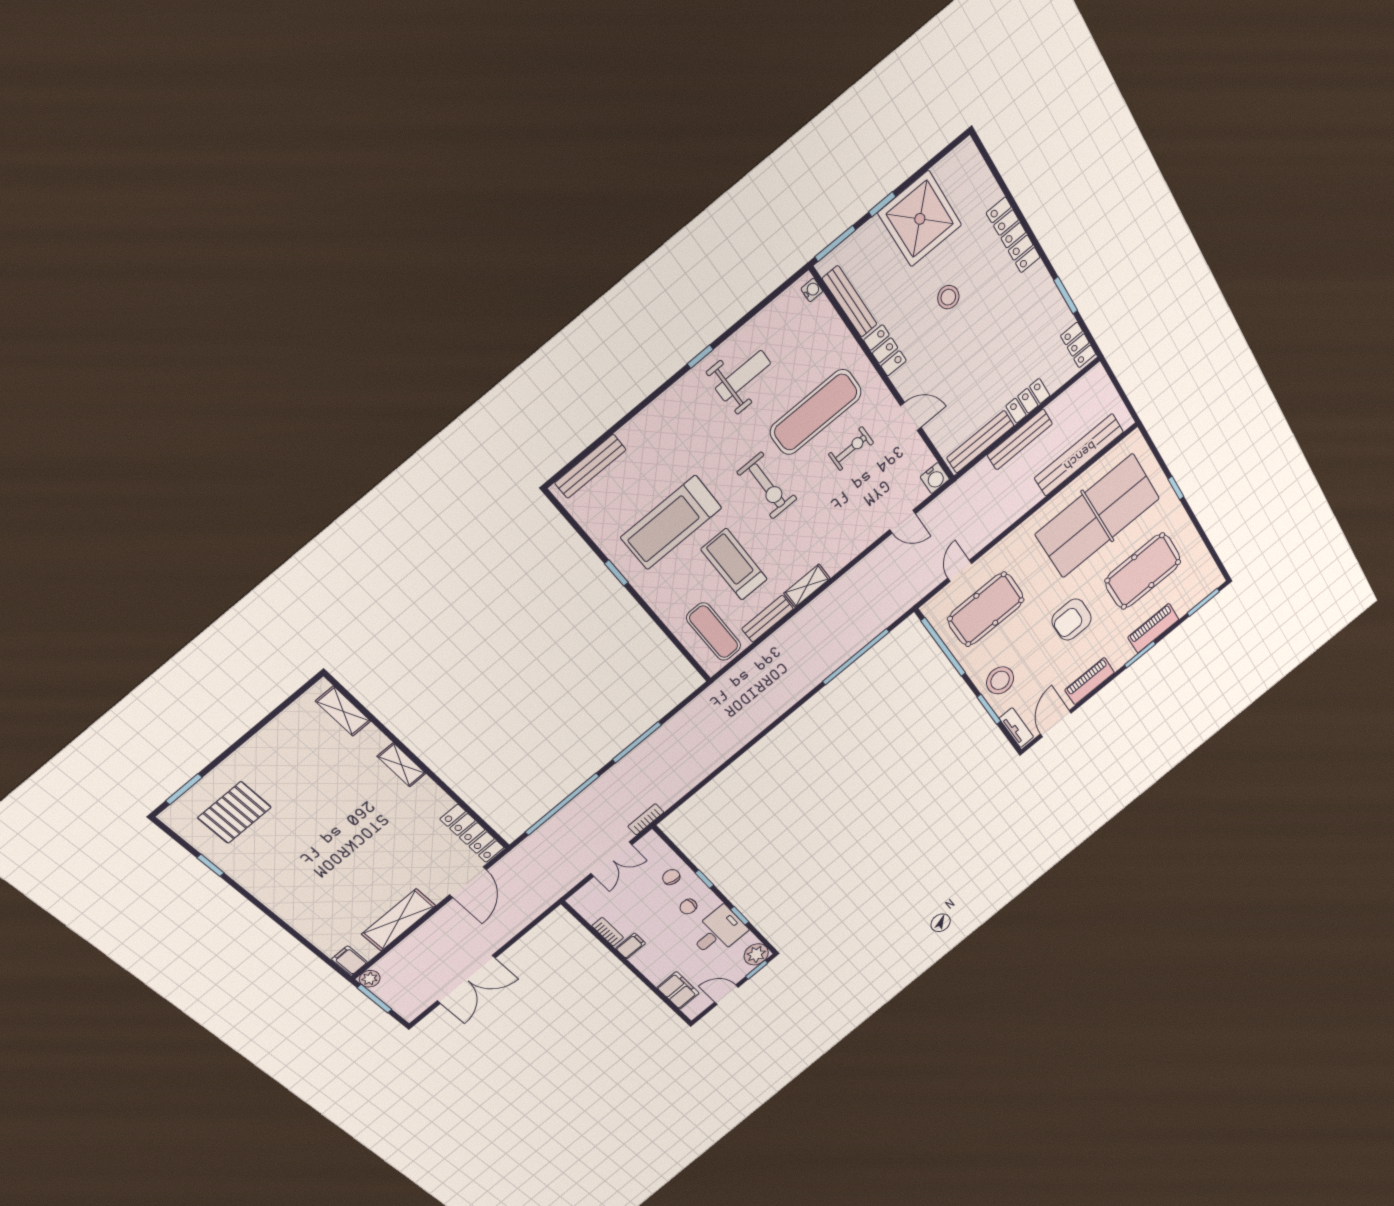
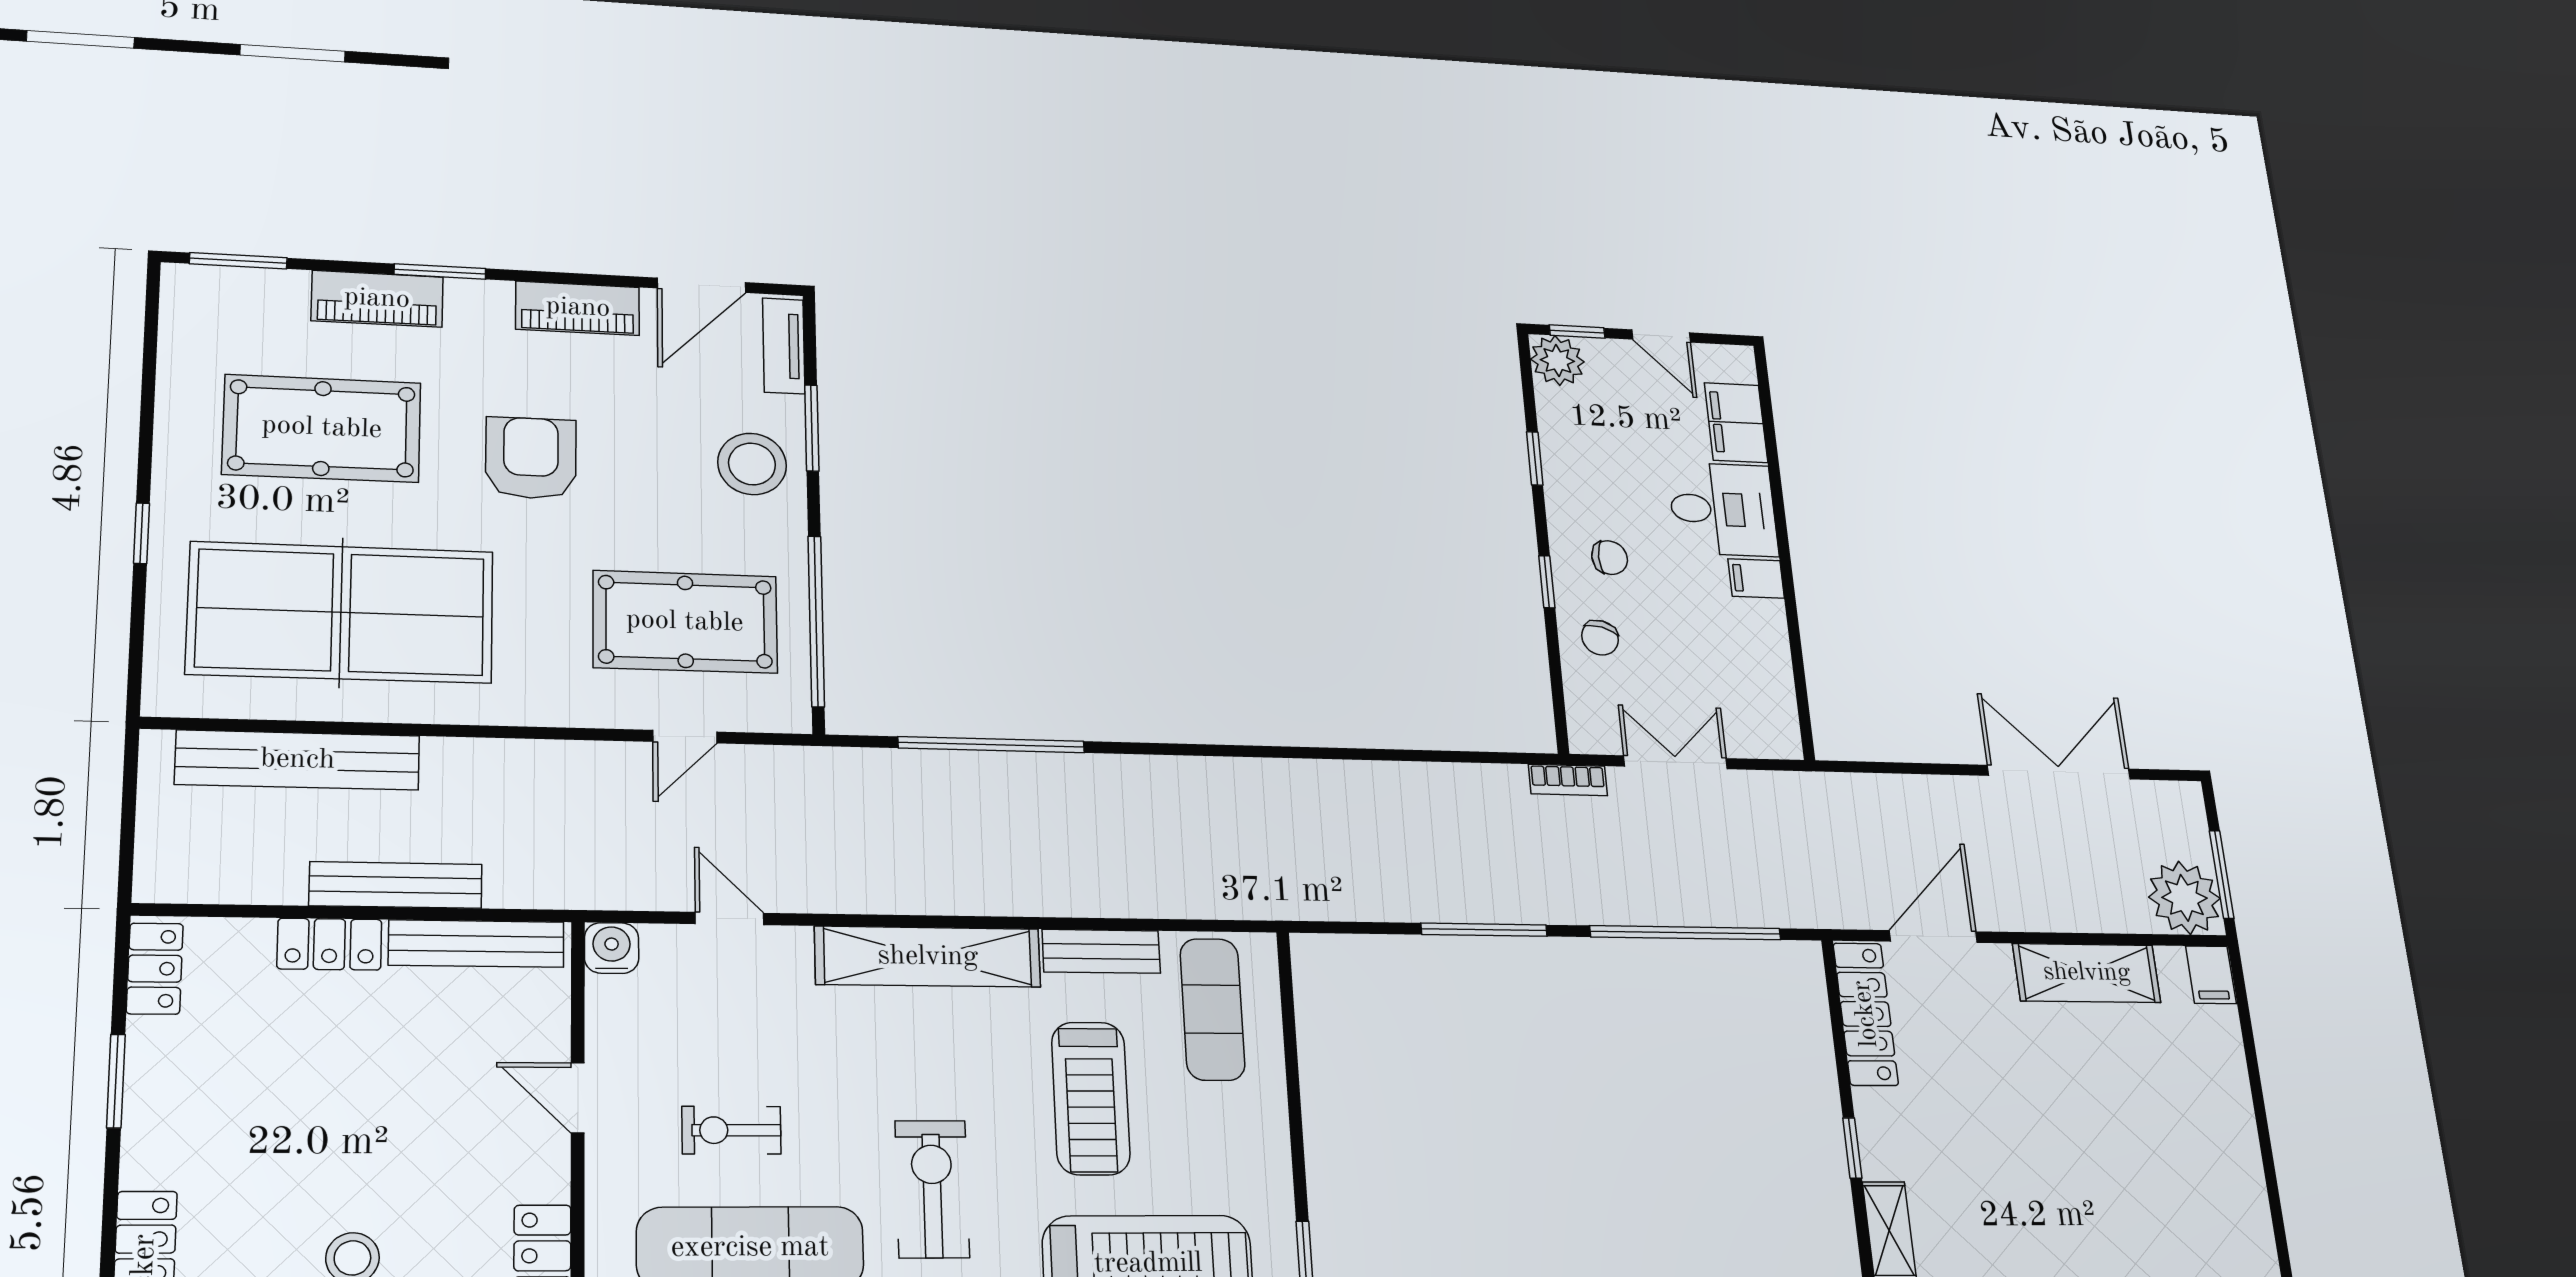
shelving: (807, 586) -> (928, 957), width x2.20, depth x1.33
armchair: (1072, 620) -> (531, 458), turned -90
window: (439, 782) -> (1852, 1148), added
bookcase: (608, 932) -> (1775, 640), removed
desk: (718, 932) -> (1723, 509), moved, turned 180
plant: (370, 979) -> (2184, 898), width x1.87, depth x1.87

